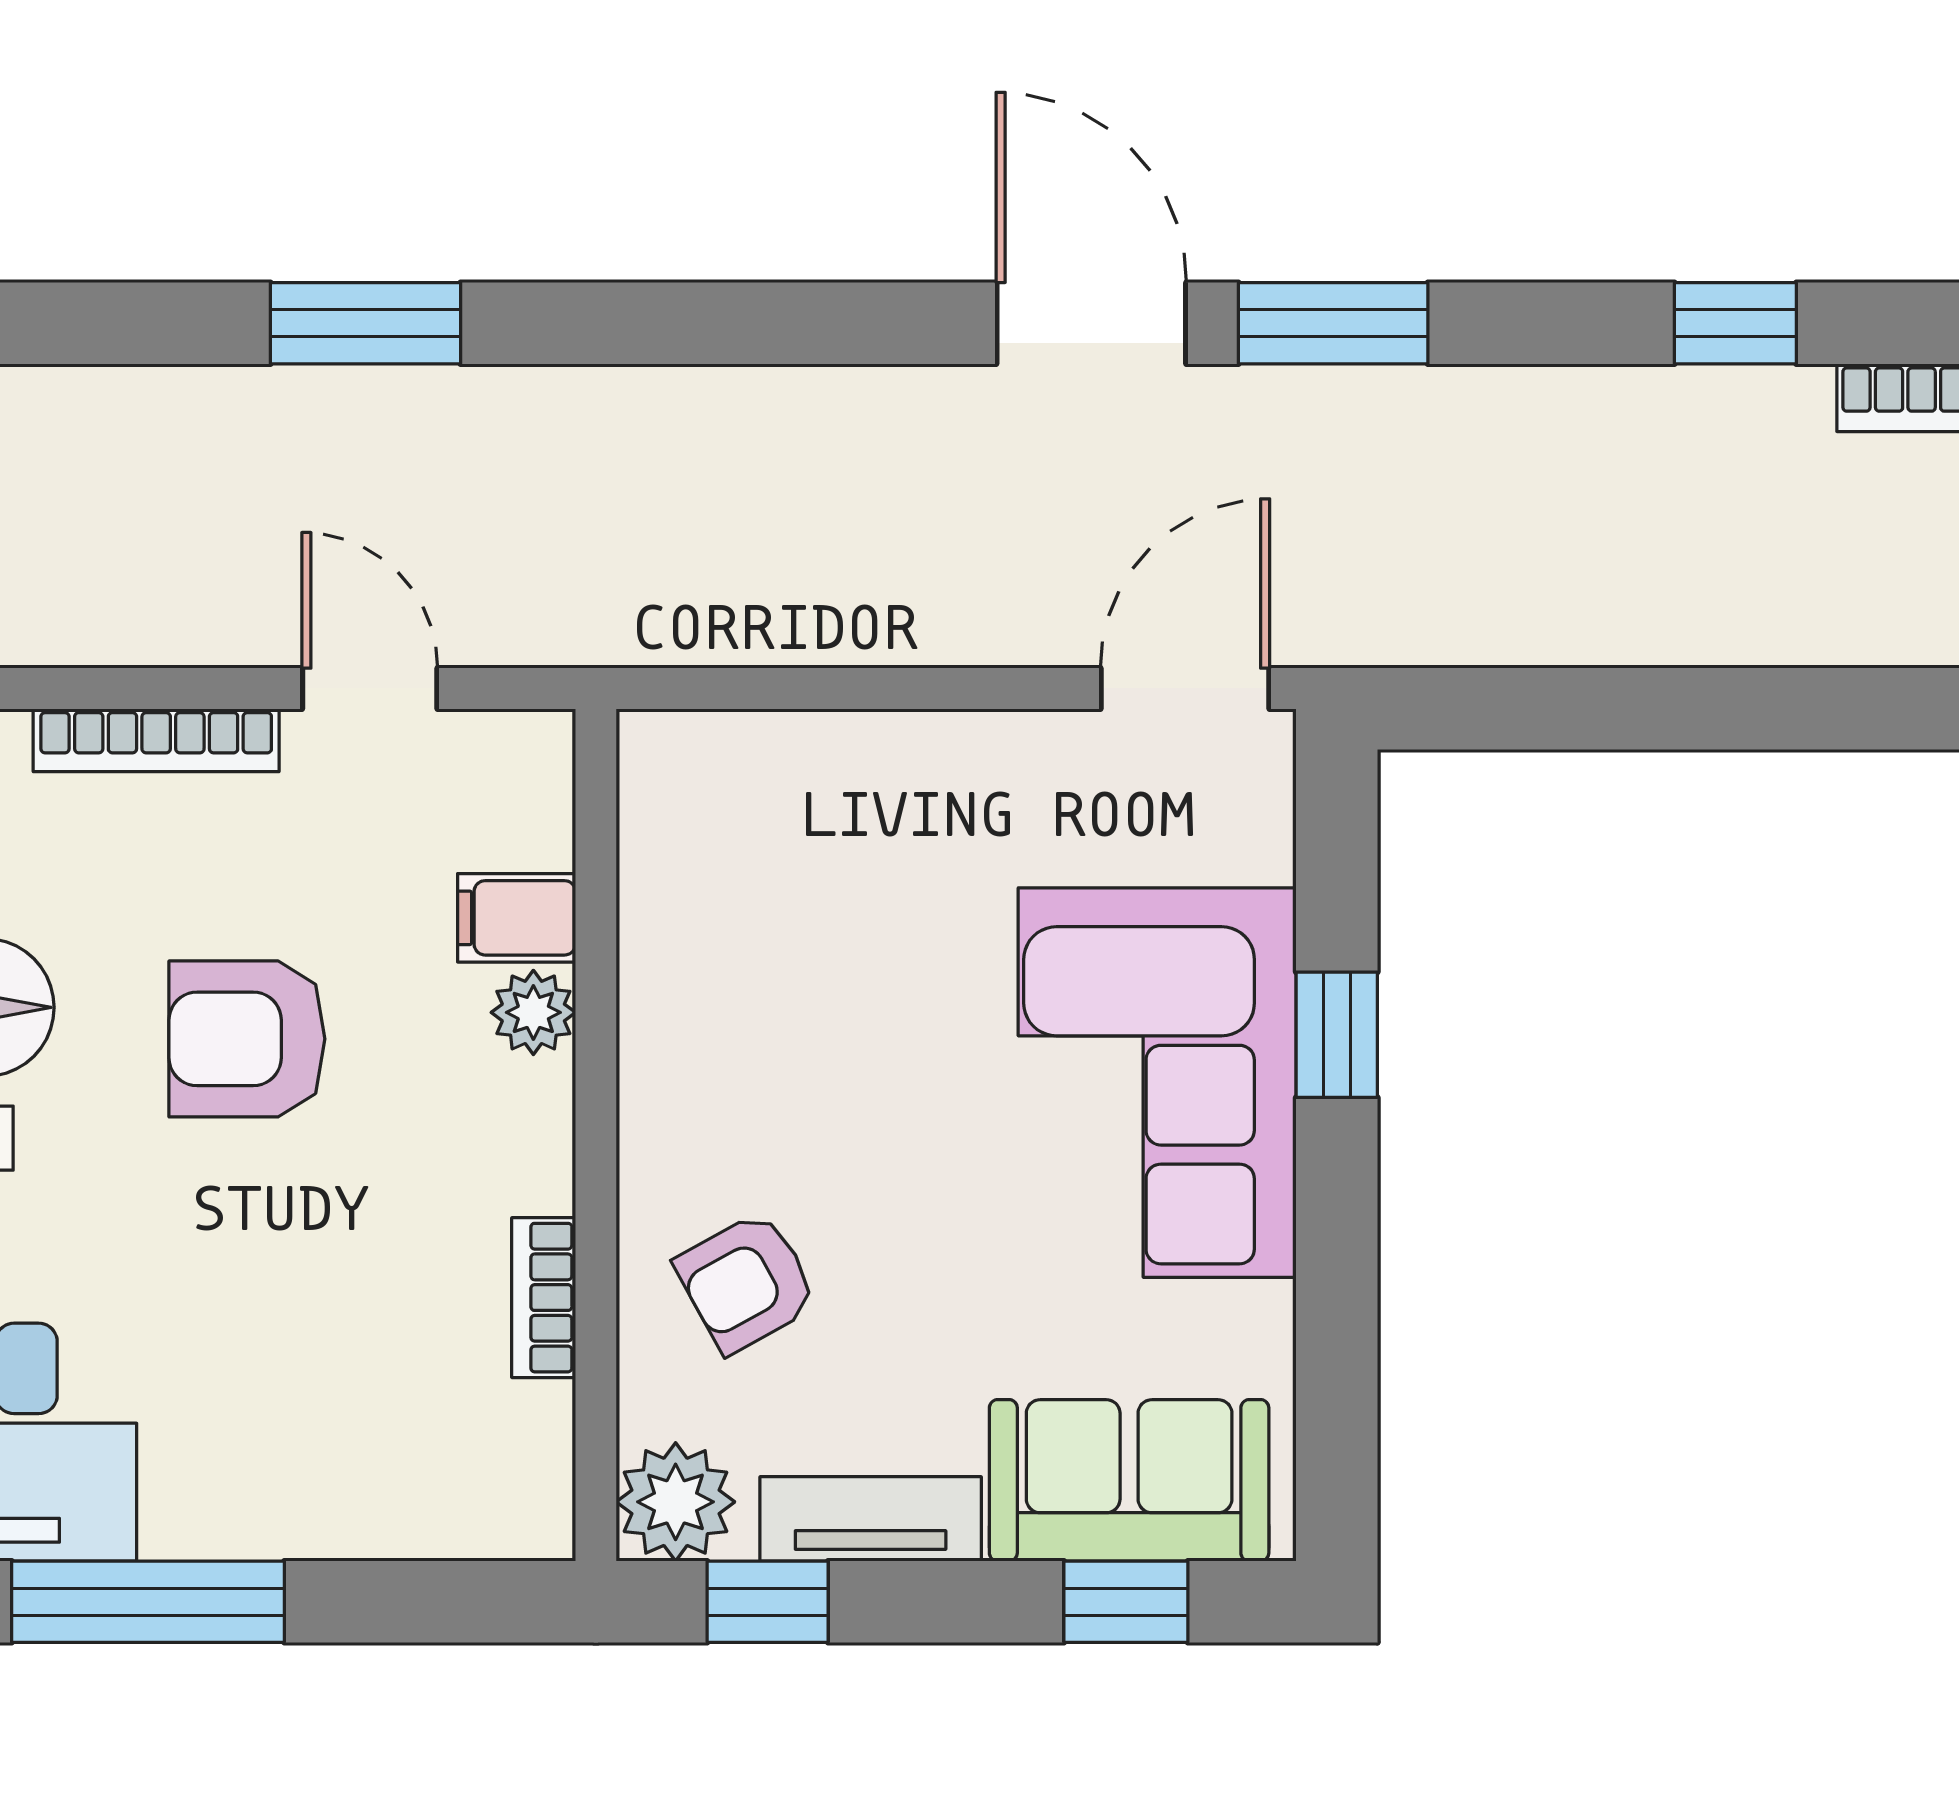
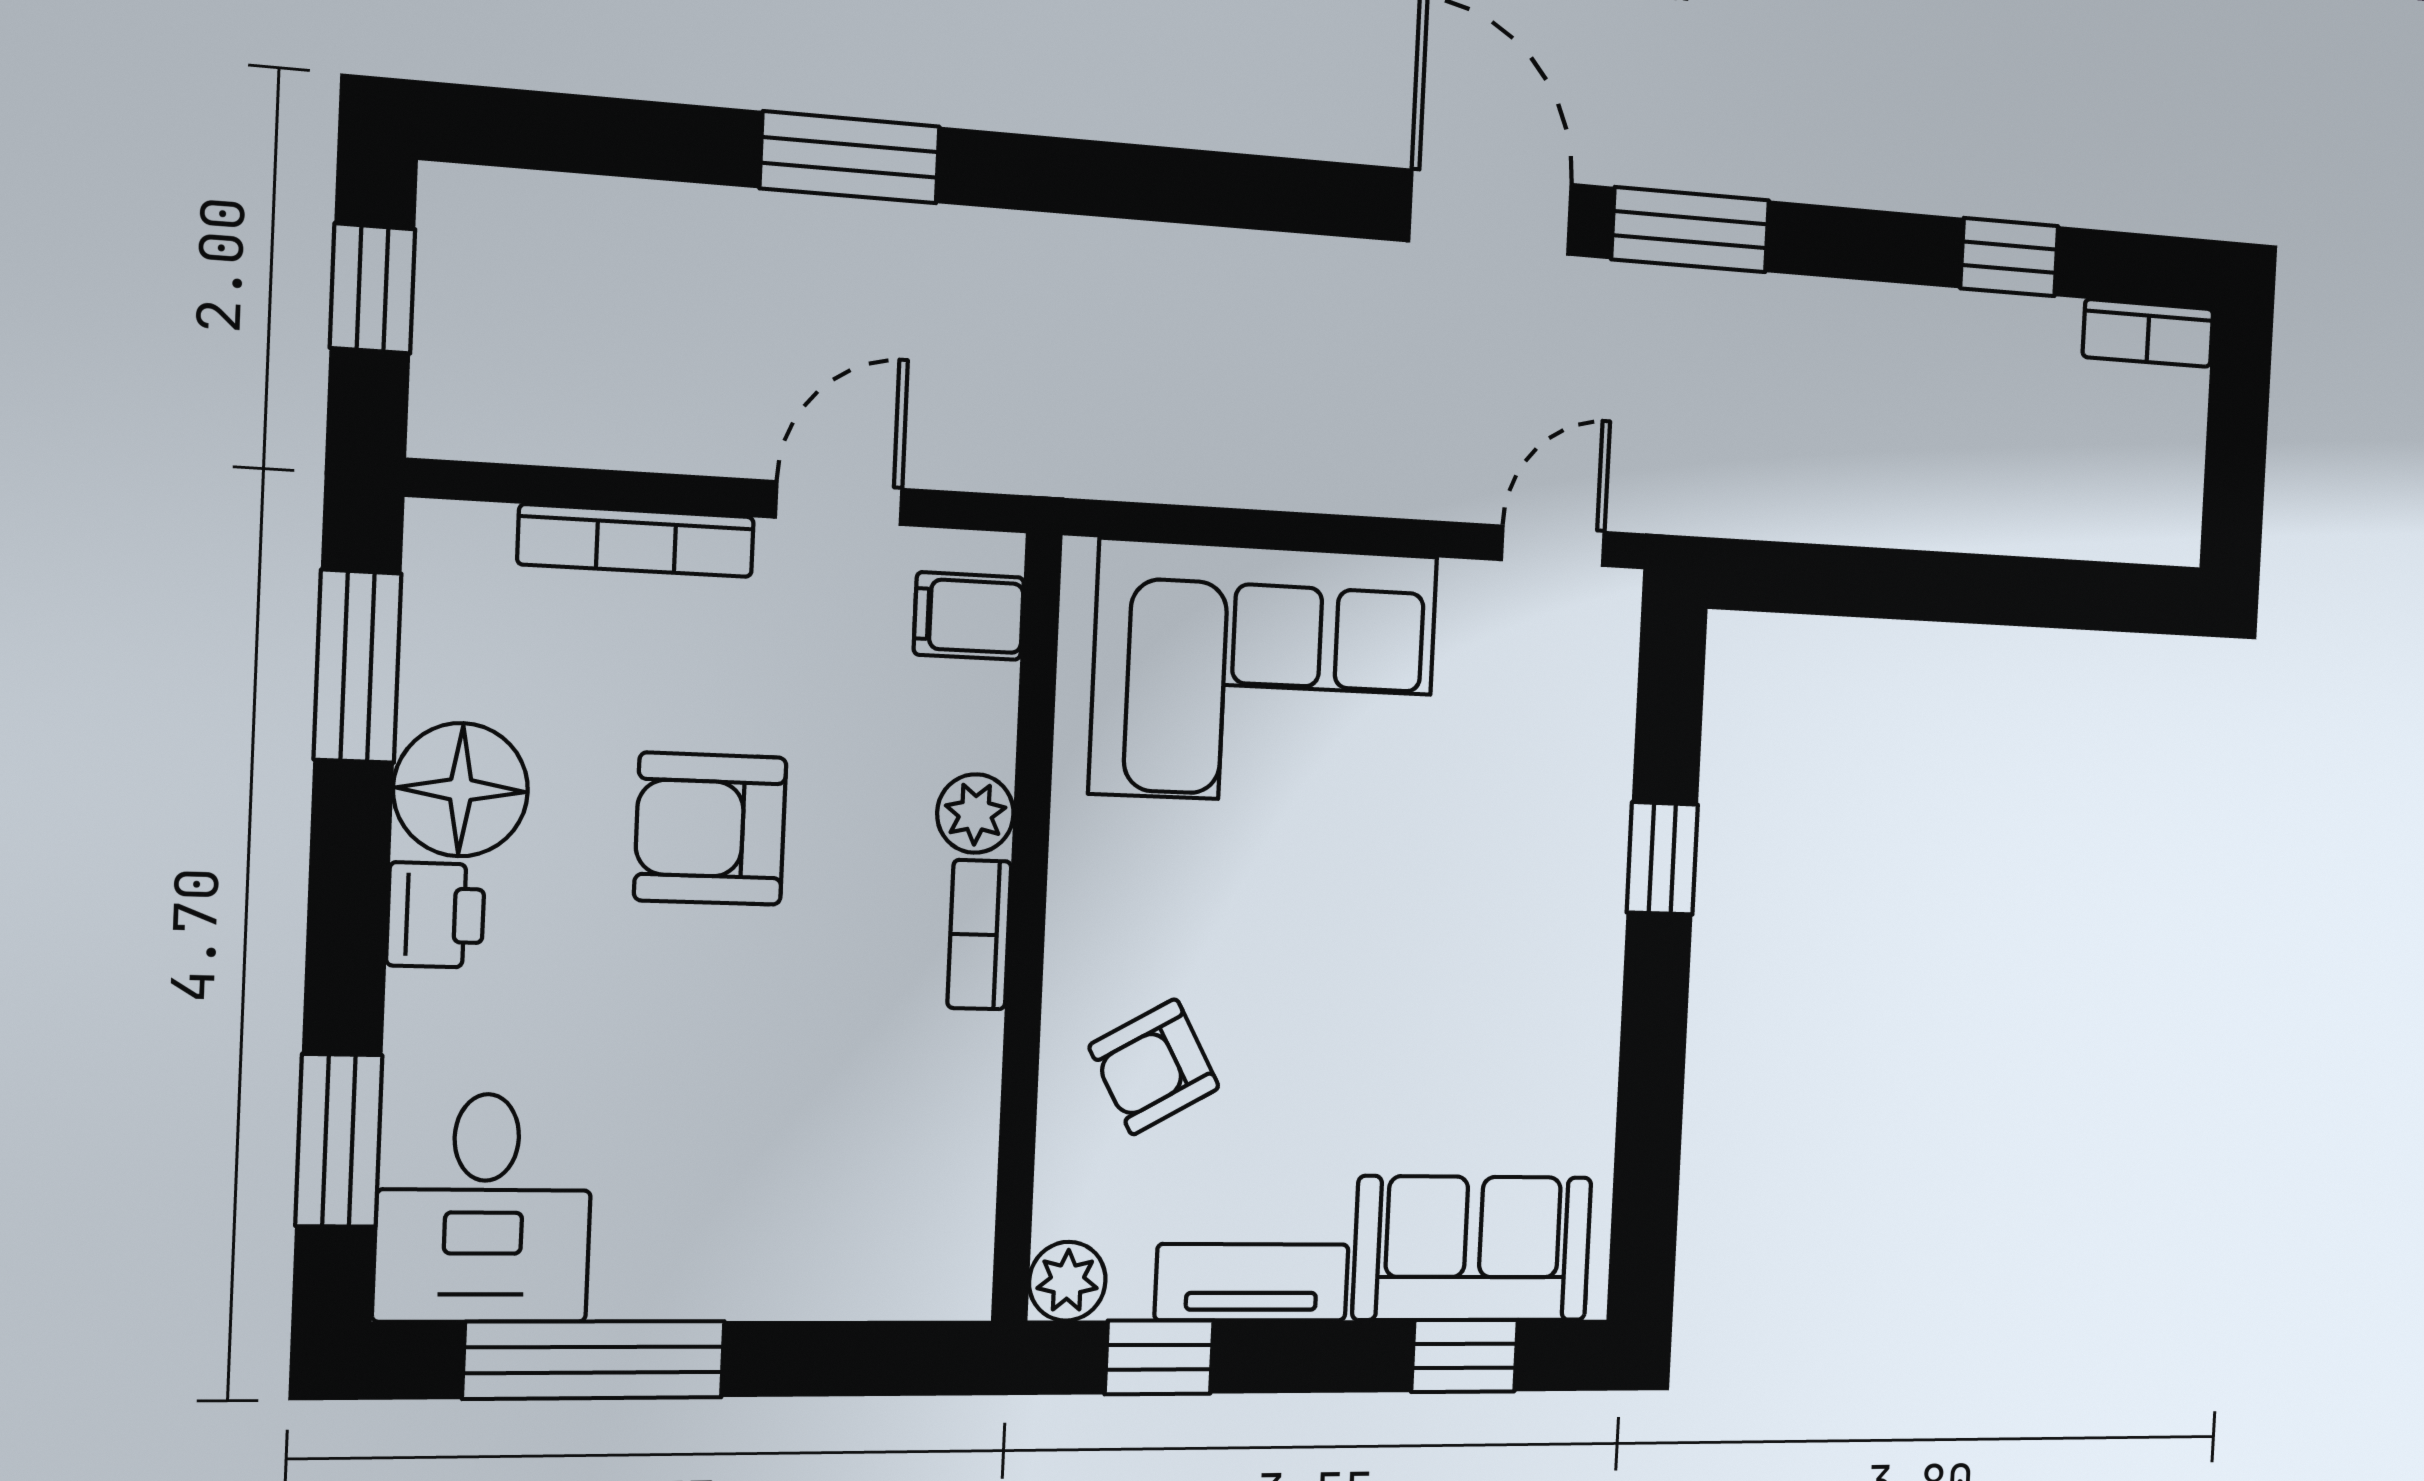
door: (370, 688) -> (839, 503), hinge flipped
door: (1185, 688) -> (1553, 546), width x0.73
filing cabinet: (517, 918) -> (969, 616), moved
corner sofa: (1157, 1083) -> (1264, 674), moved, turned -90
bookcase: (544, 1298) -> (979, 935), moved
plant: (676, 1502) -> (1067, 1281), width x0.73, depth x0.73

